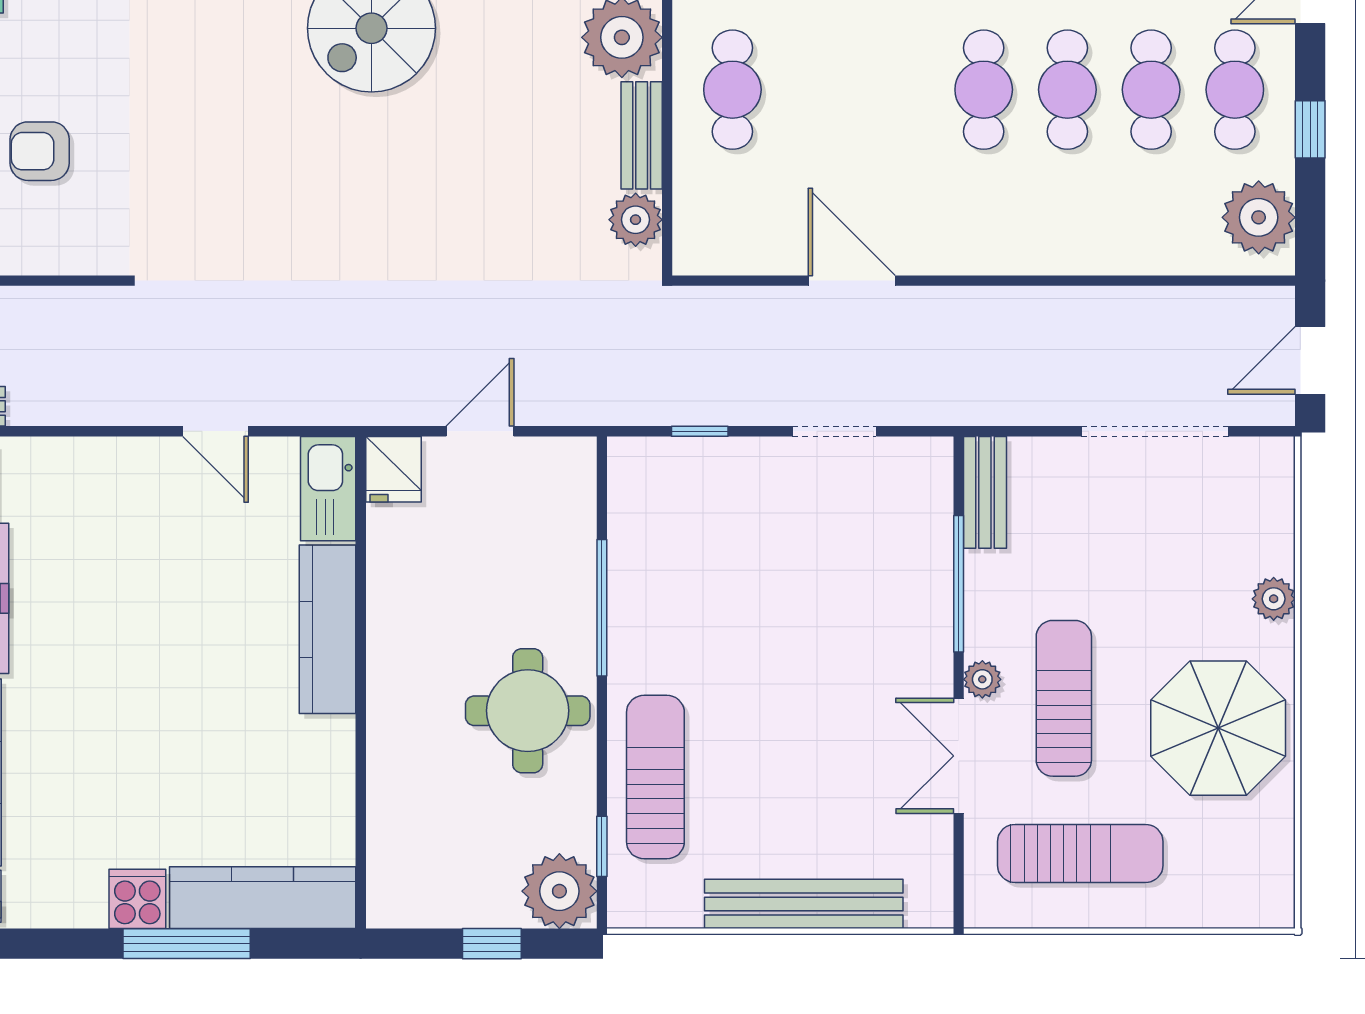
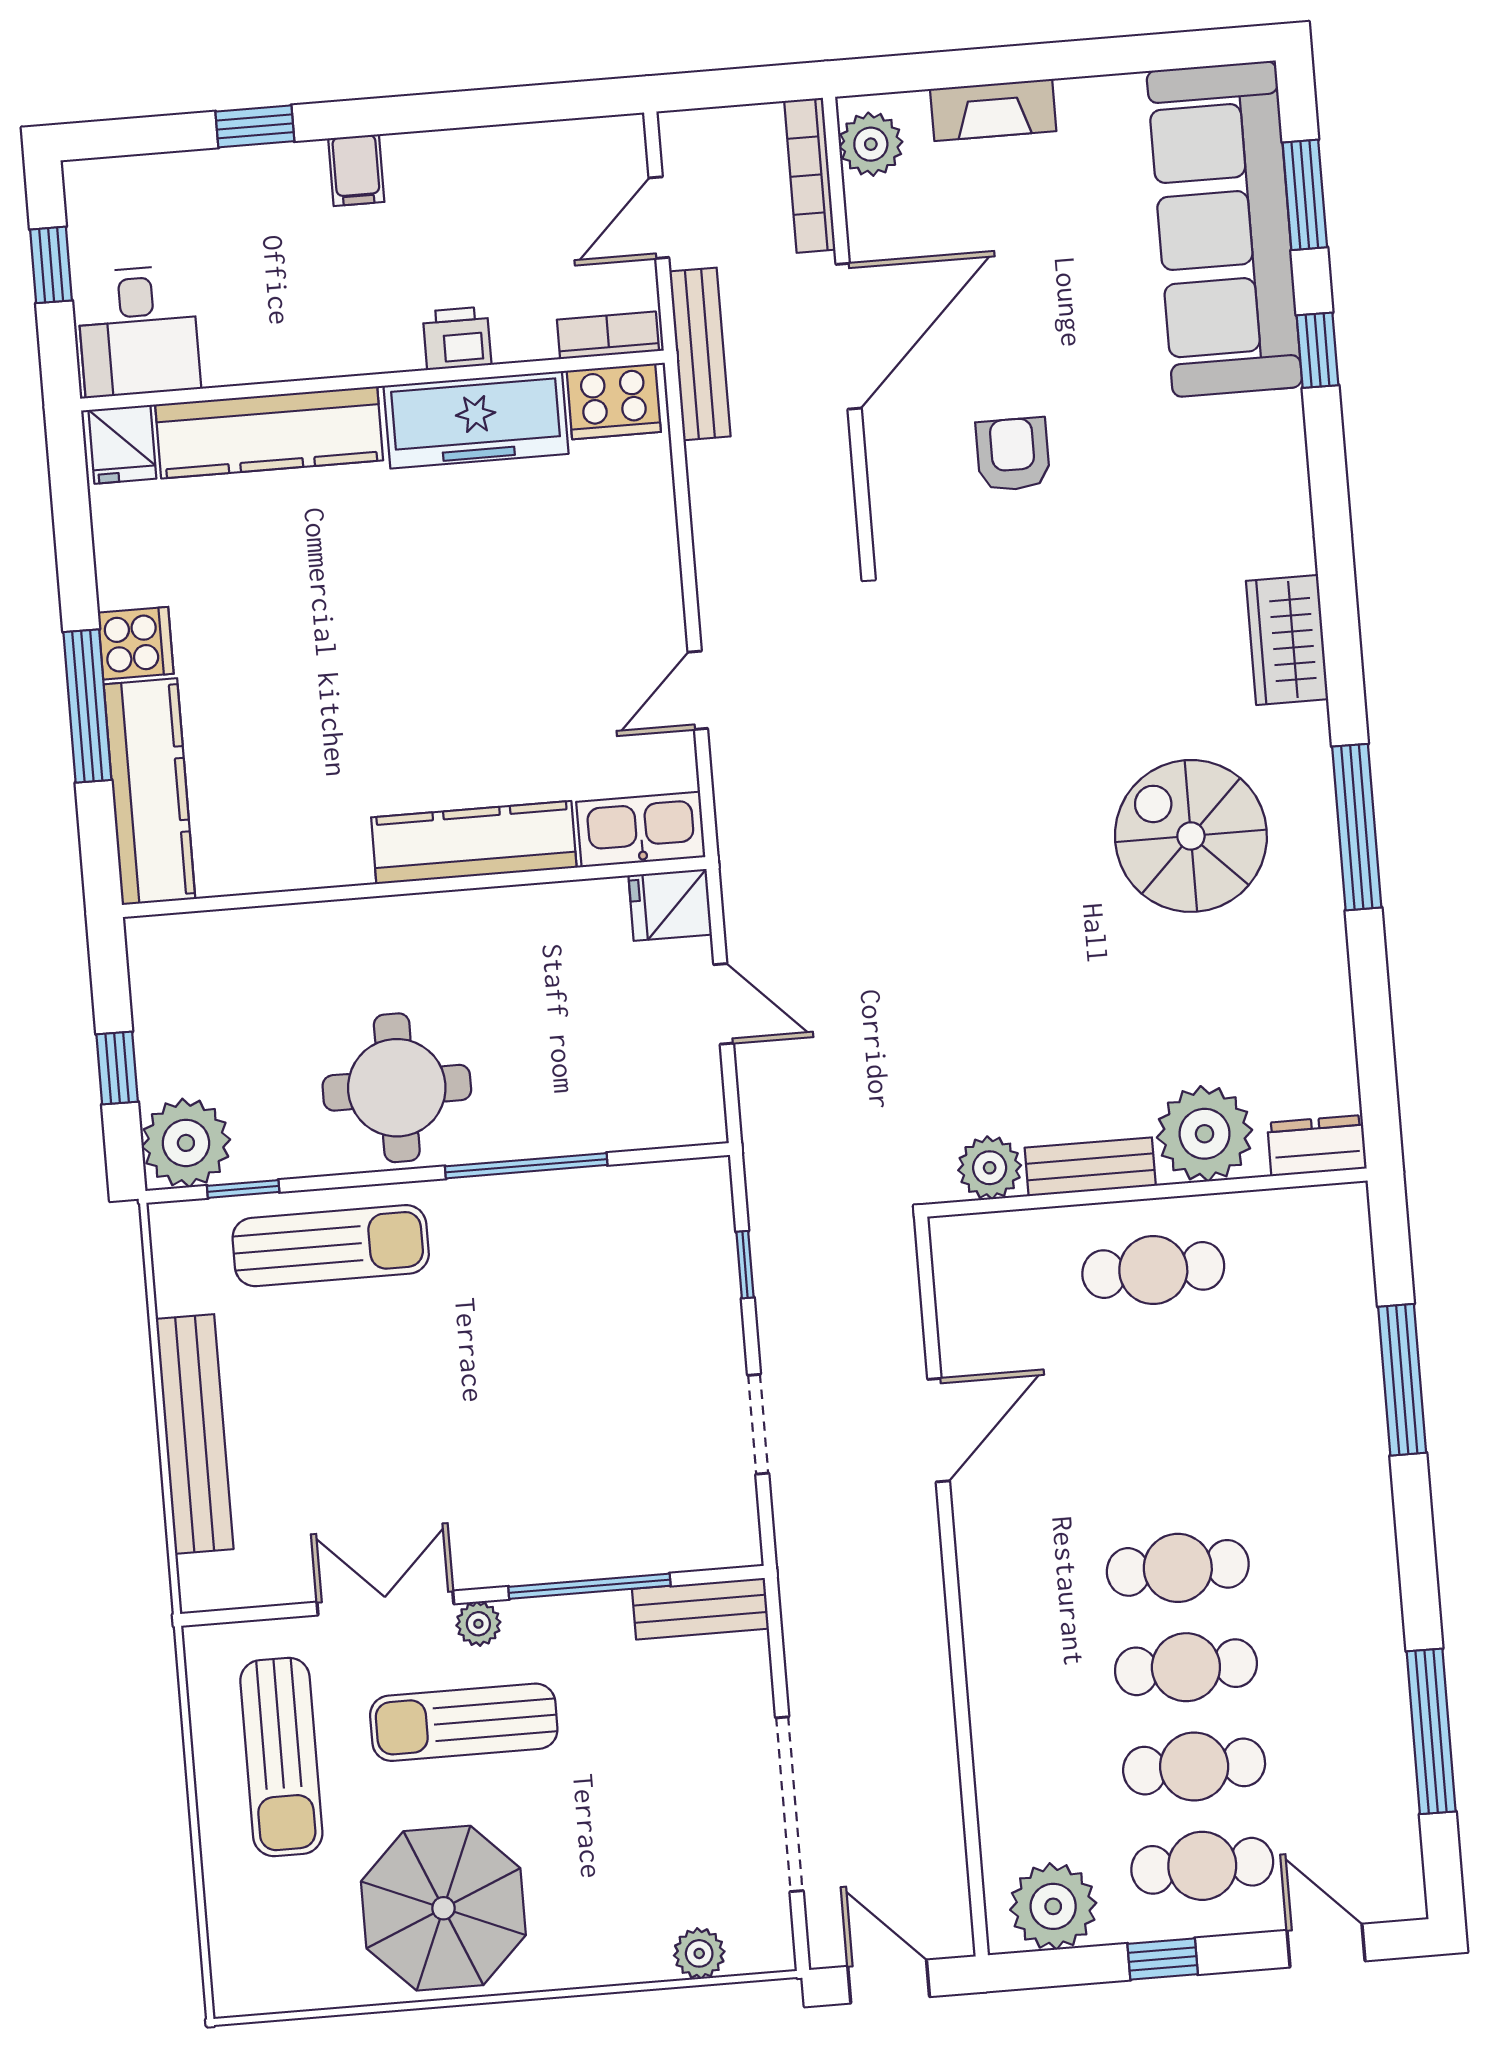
plant: (1274, 599) -> (699, 1953), moved
sun lounger: (1064, 698) -> (464, 1722), turned 180

